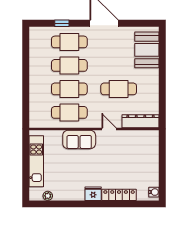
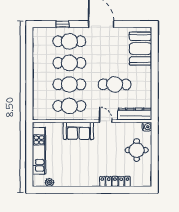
round table: (143, 161) -> (137, 150), added
water cooler: (154, 192) -> (147, 127), moved
fridge: (93, 194) -> (91, 180), removed

